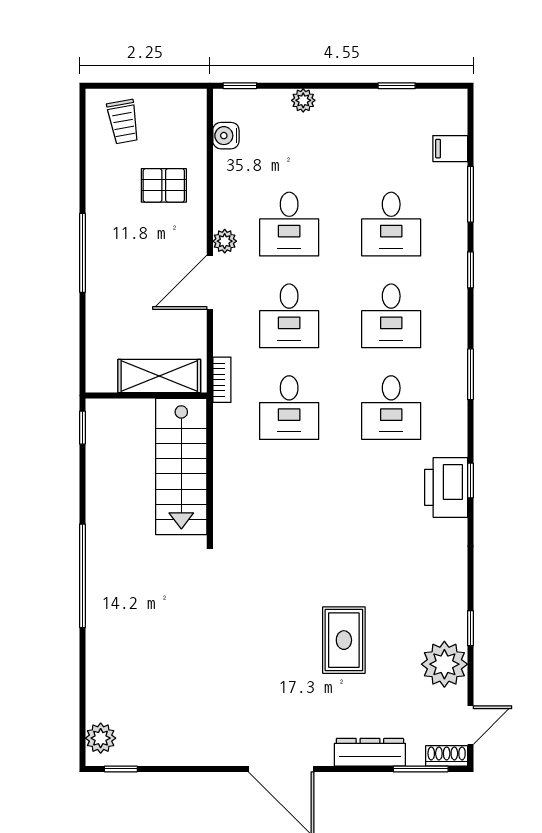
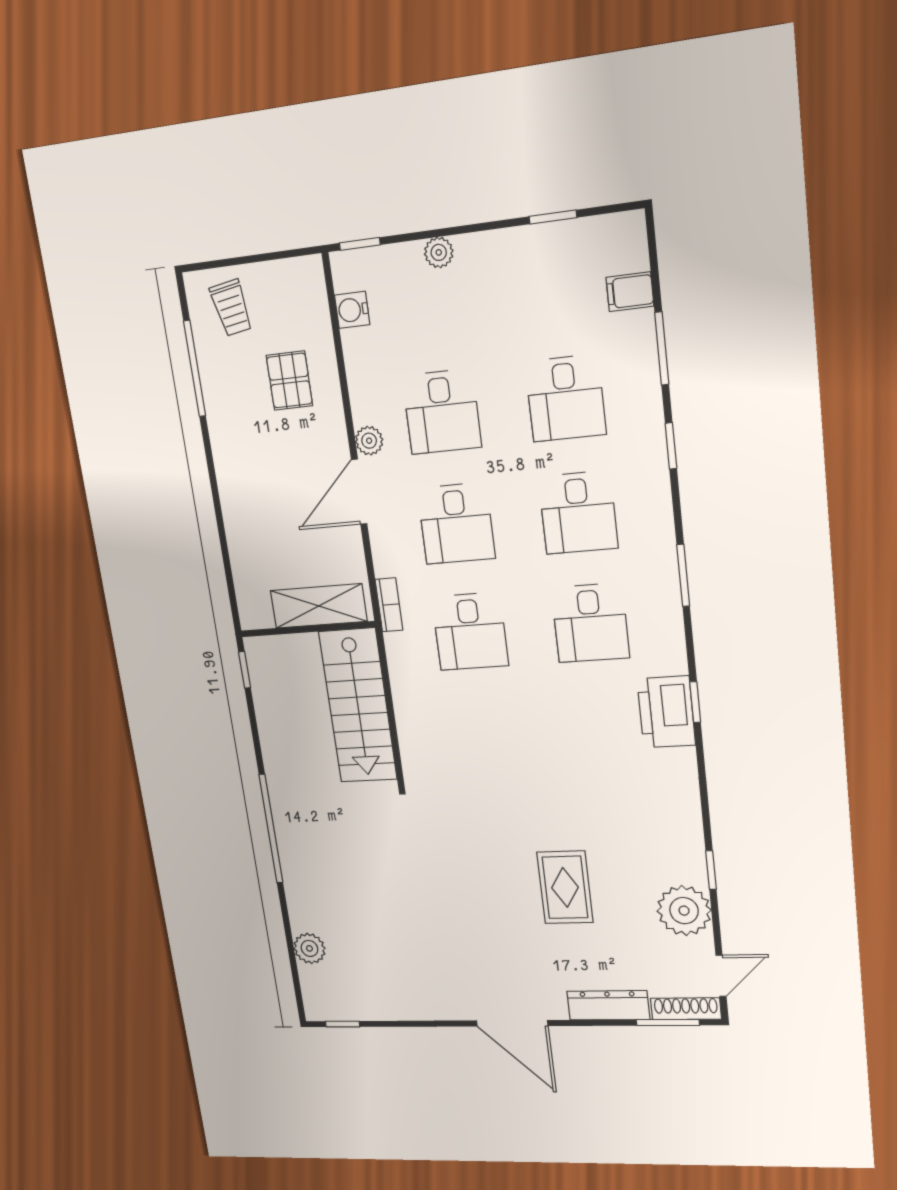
pallet: (164, 185) -> (289, 381), turned 90
window: (82, 253) -> (195, 369), moved
plant: (101, 738) -> (309, 948), moved
shoe rack: (447, 756) -> (686, 1009), width x1.43

